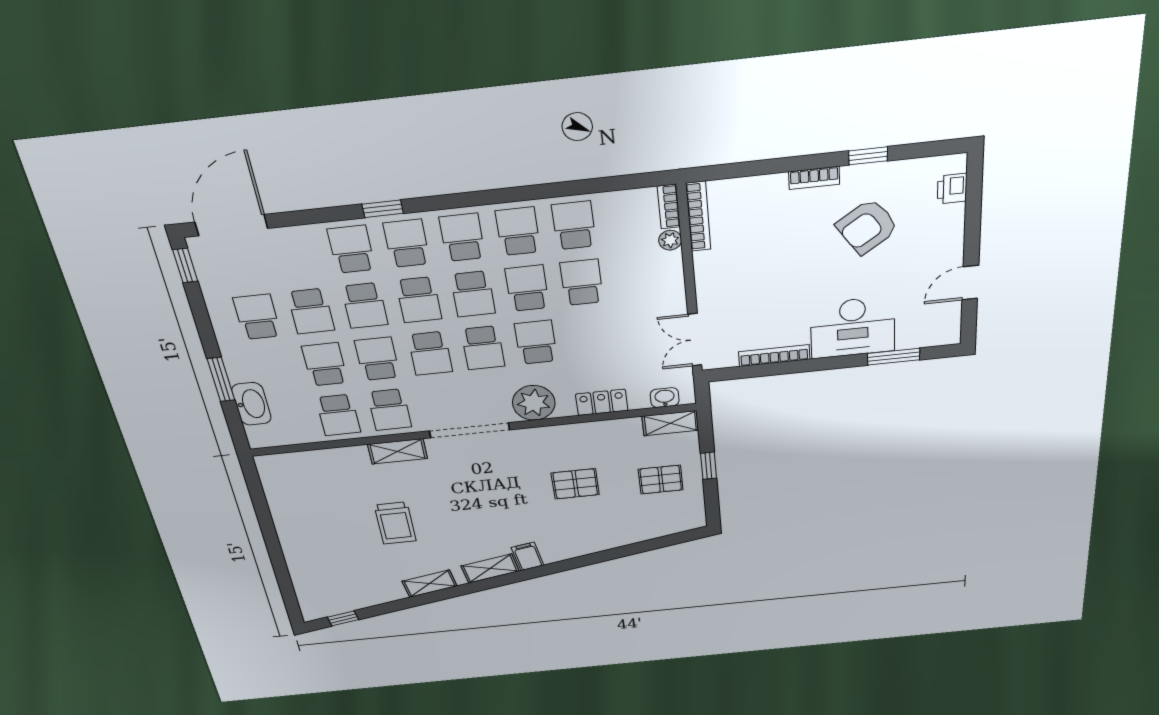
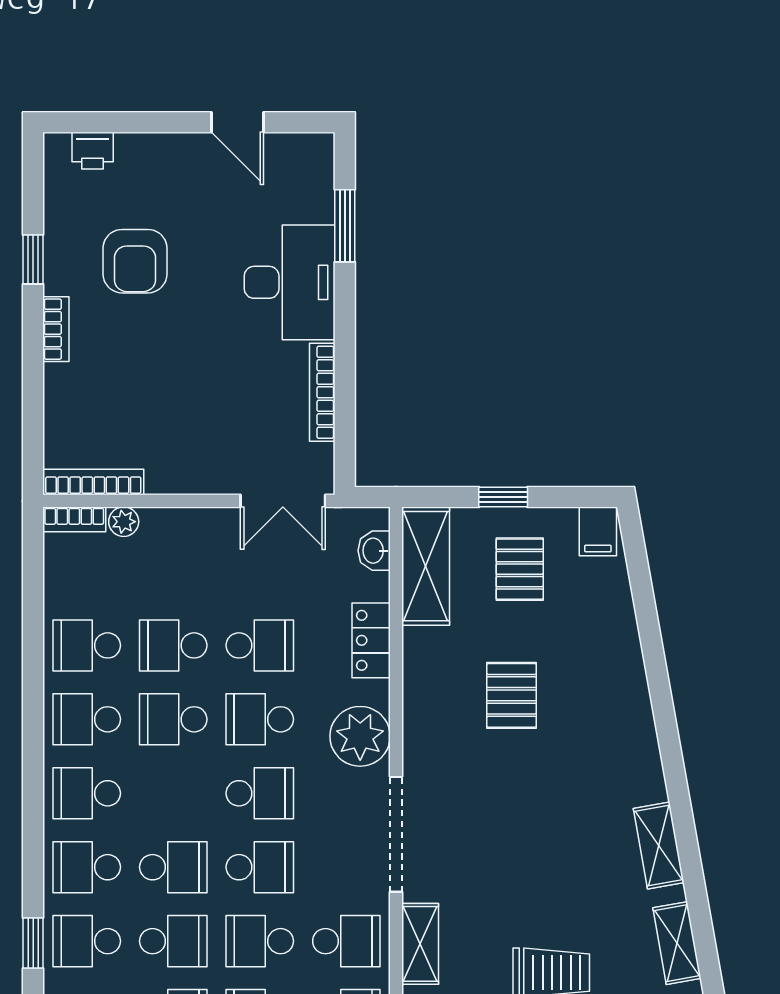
window: (383, 209) -> (33, 943), moved
armchair: (867, 227) -> (135, 261), turned 34
school desk: (473, 294) -> (260, 645), moved
shelving: (670, 423) -> (426, 566), width x1.50, depth x1.33
filing cabinet: (528, 556) -> (598, 531), moved, turned -80

